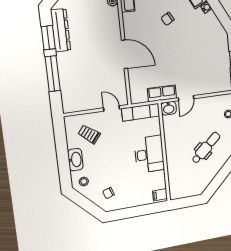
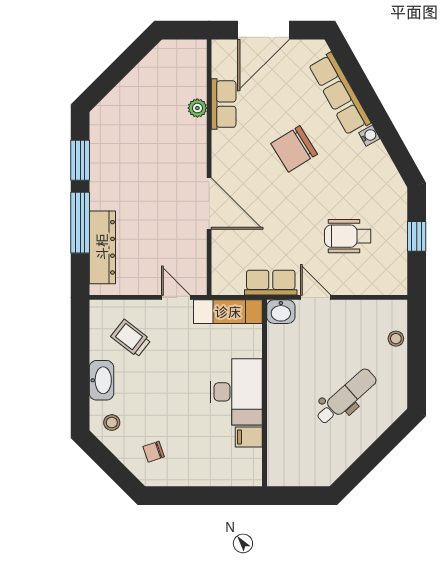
chair: (168, 19) -> (294, 149), width x1.87, depth x1.87
dresser: (61, 30) -> (102, 247), moved
wheelchair: (200, 63) -> (348, 236), added
door: (186, 98) -> (316, 297), swing flipped
filing cabinet: (160, 195) -> (249, 437), moved

